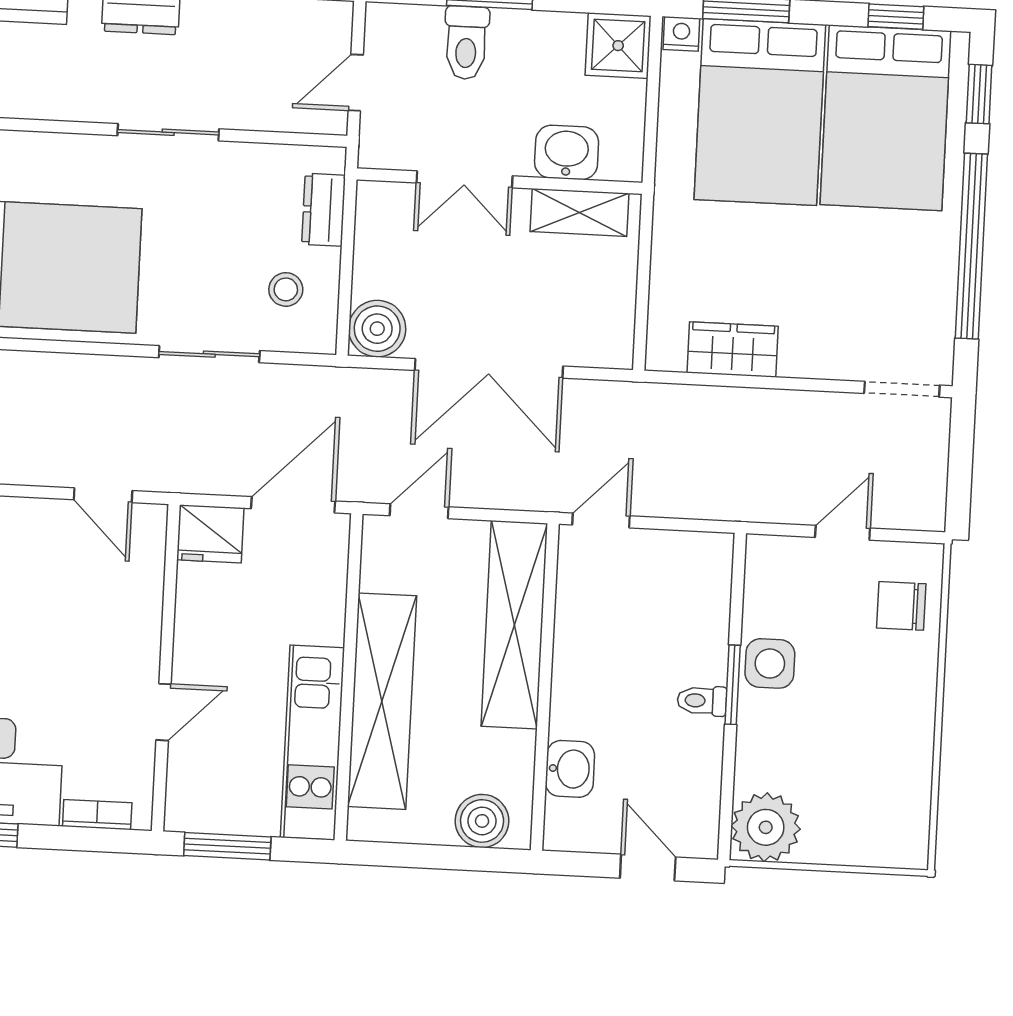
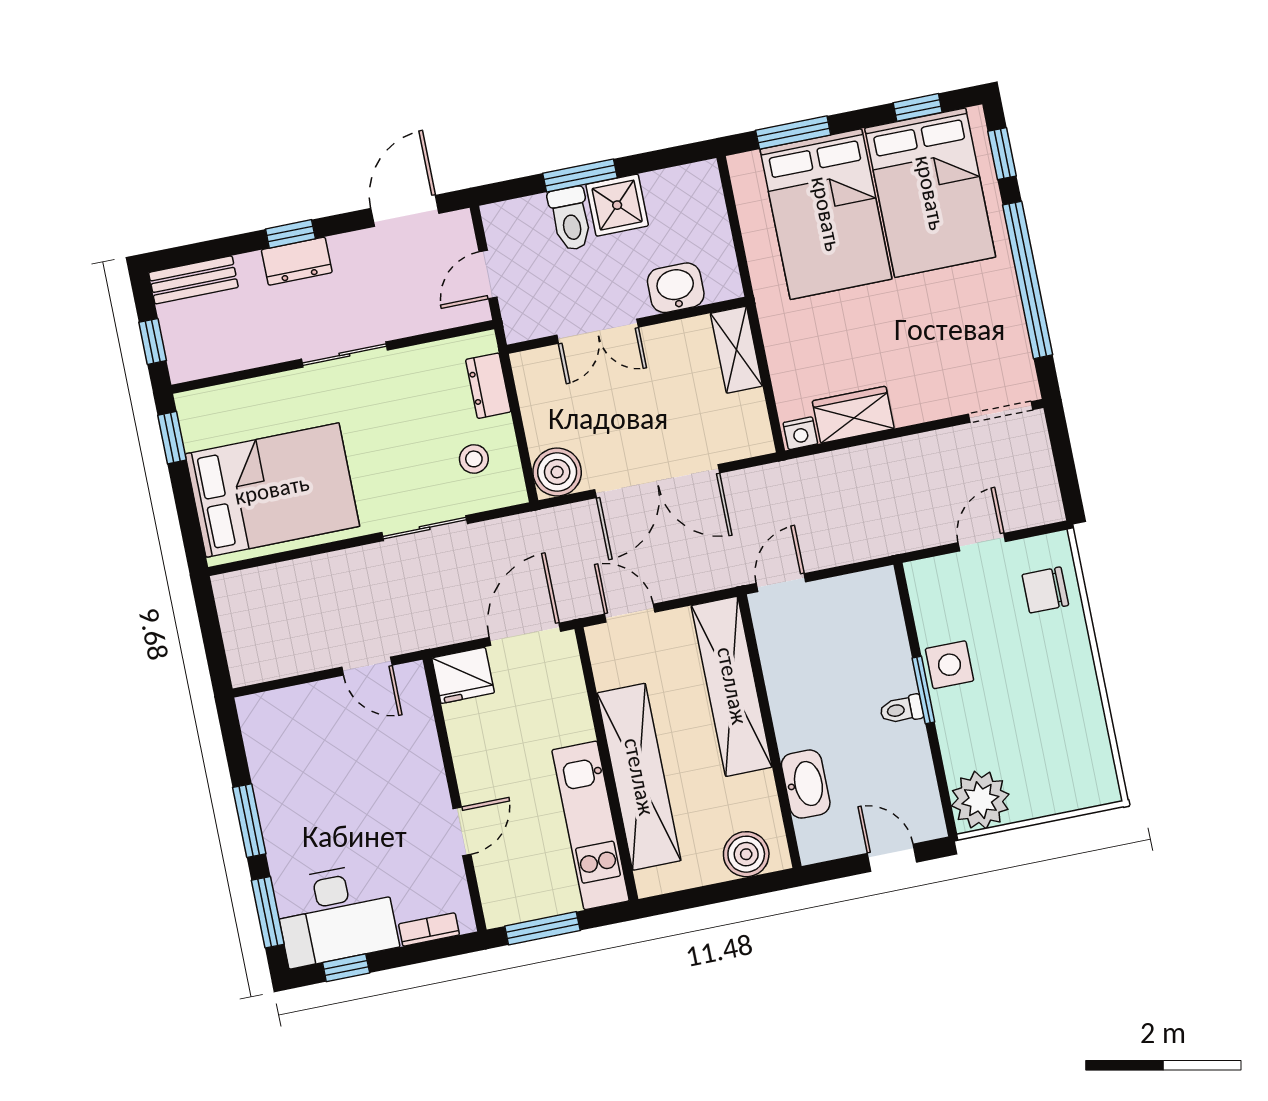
nightstand: (681, 34) -> (800, 433), moved, turned 180
shower: (618, 46) -> (617, 205), moved
shelving: (579, 212) -> (736, 350), moved, turned 90
door: (419, 511) -> (630, 613), hinge flipped
washbasin: (570, 769) -> (806, 784), width x1.38

